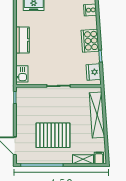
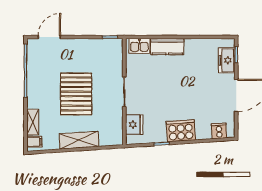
kitchen counter: (23, 40) -> (167, 47), moved
fridge: (93, 72) -> (134, 125), moved, turned 94
shelving: (97, 115) -> (79, 140), width x0.68
pallet: (53, 135) -> (76, 94), moved

